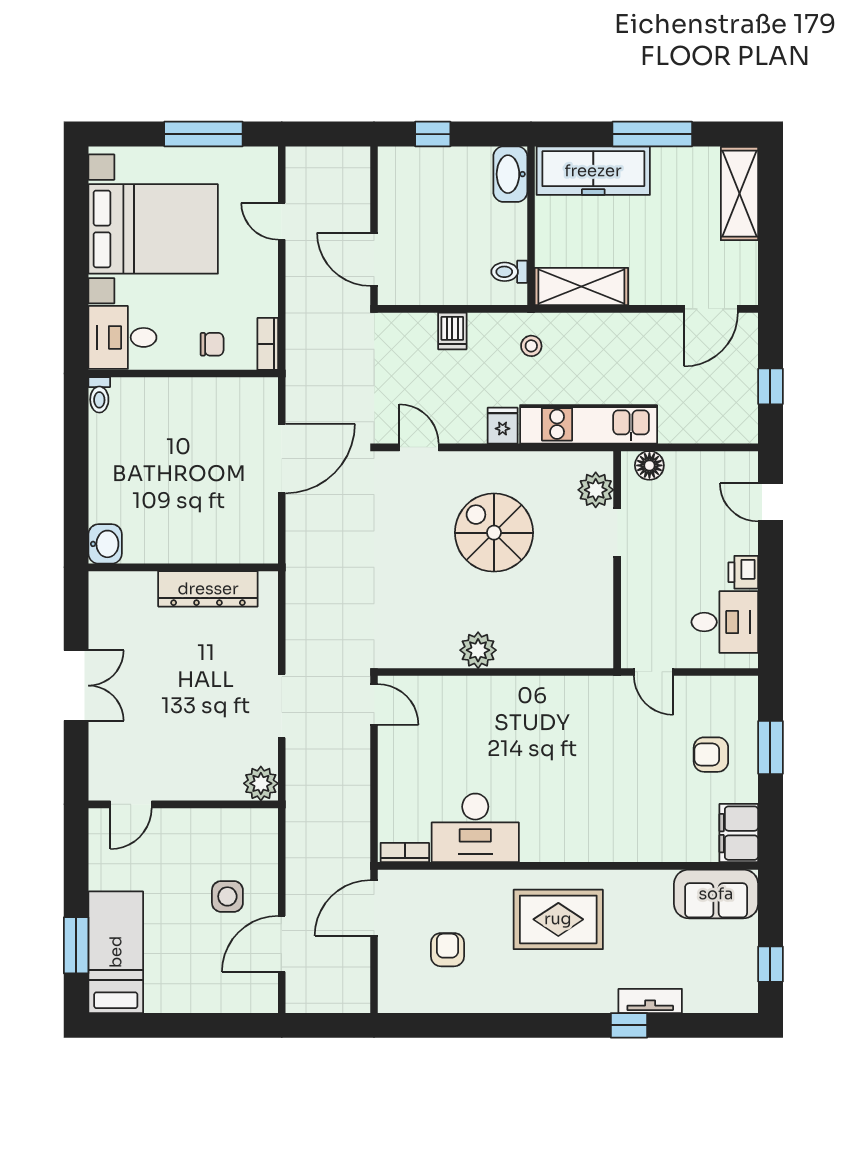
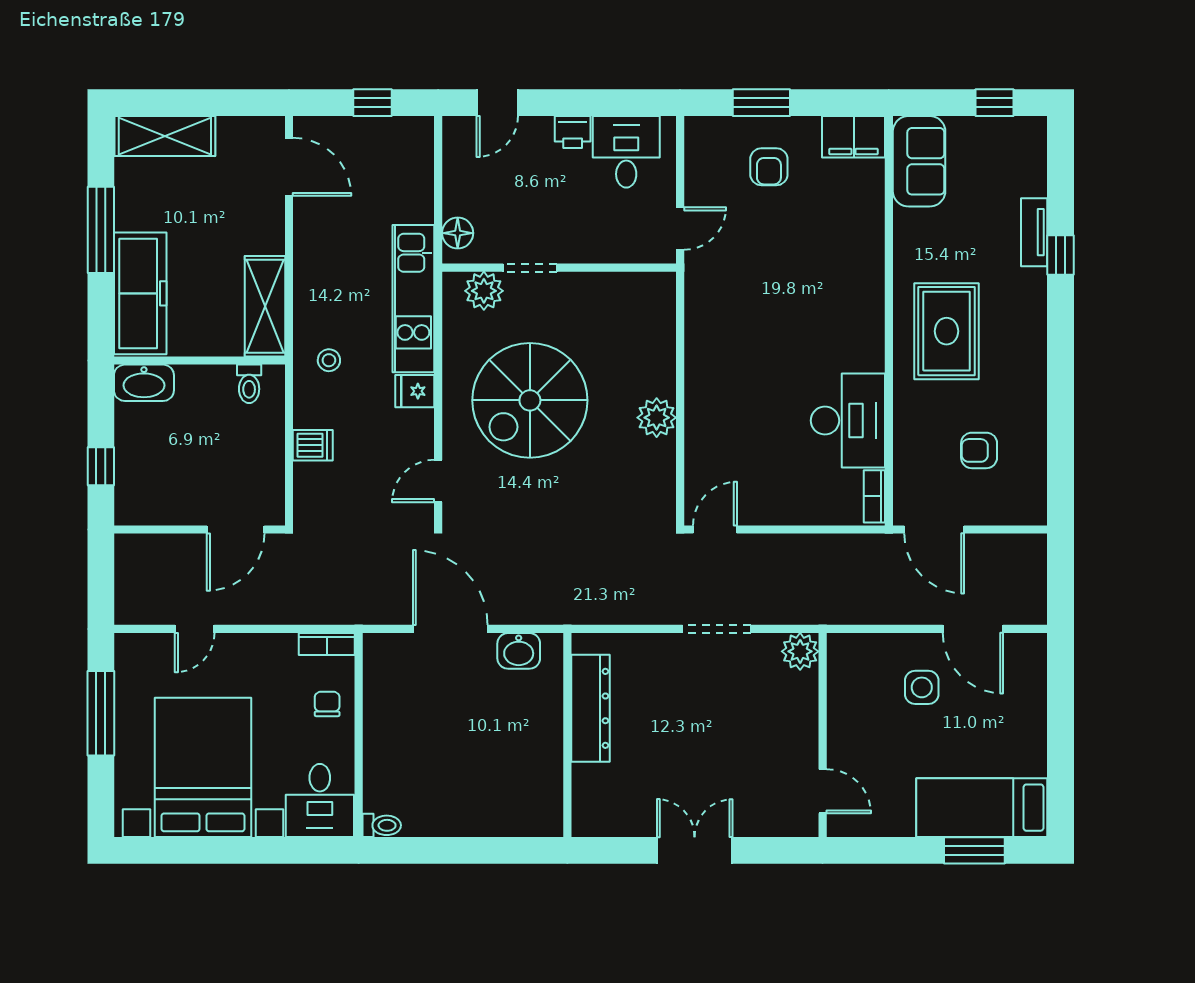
spiral stairs: (494, 533) -> (530, 400), width x1.37, depth x1.37
washbasin: (105, 544) -> (519, 651), moved, turned 180

